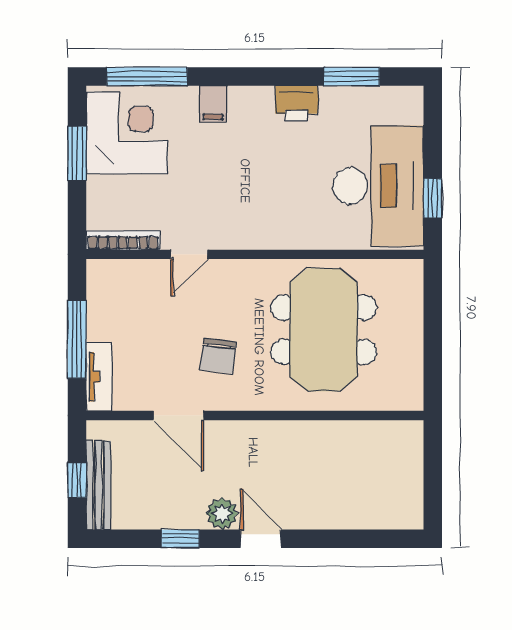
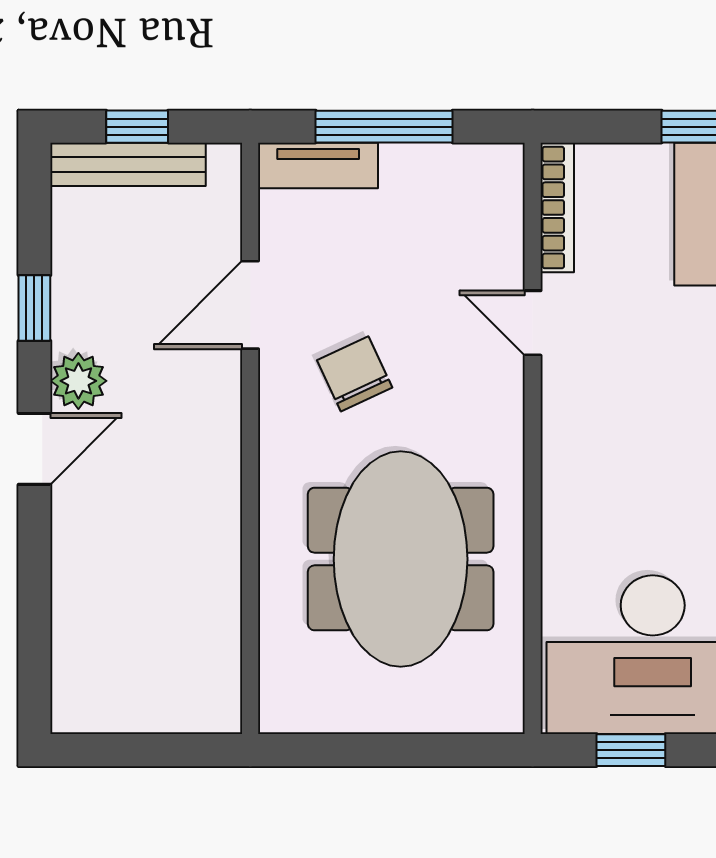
meeting table: (324, 330) -> (401, 559), turned 90
chair: (218, 356) -> (355, 374), turned 58

